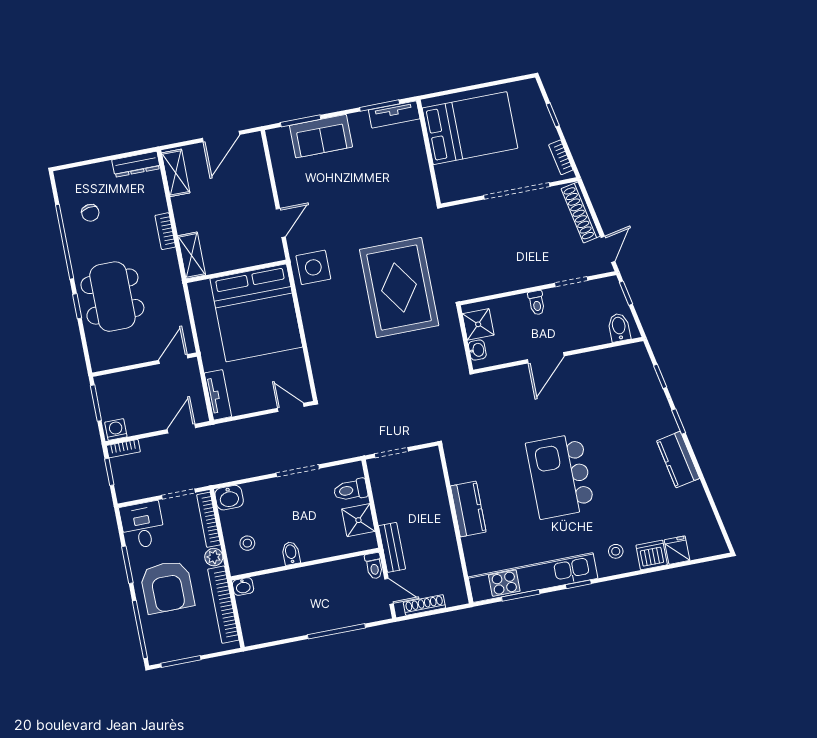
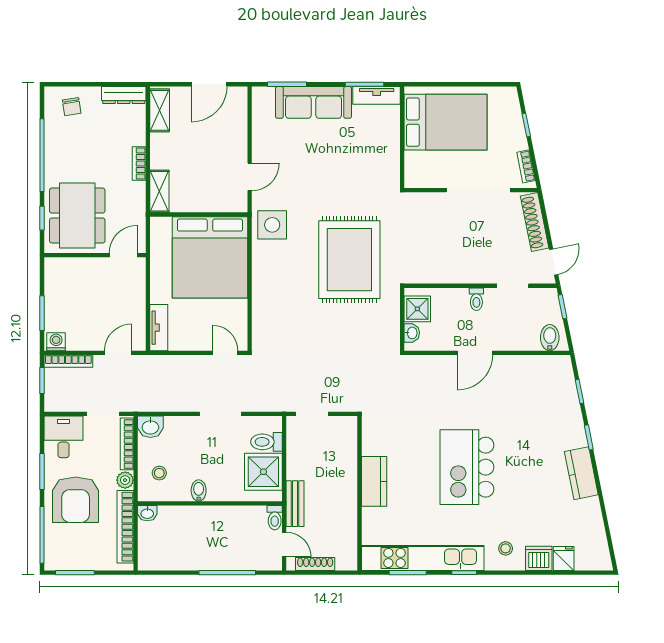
sofa: (321, 136) -> (314, 102), width x1.36
chair: (90, 213) -> (72, 107), moved
door: (173, 359) -> (123, 255), moved
wall: (144, 365) -> (95, 255), moved
bookcase: (123, 449) -> (68, 361), width x1.56
shower: (358, 520) -> (263, 472), width x1.36, depth x1.36

